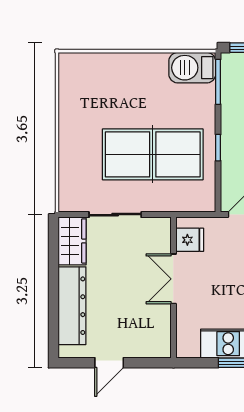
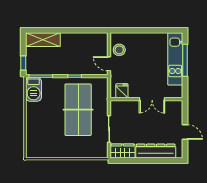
double door: (173, 279) -> (152, 99), moved

